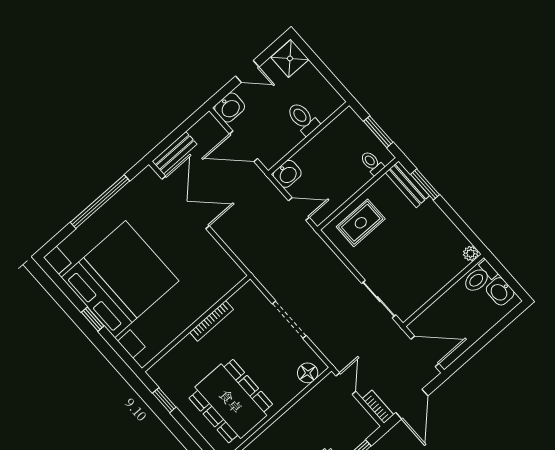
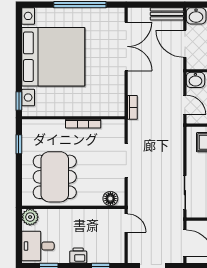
bench: (174, 153) -> (167, 14), moved
window: (93, 319) -> (19, 101), moved
door: (346, 384) -> (126, 223), hinge flipped
bookcase: (378, 407) -> (132, 107), moved

